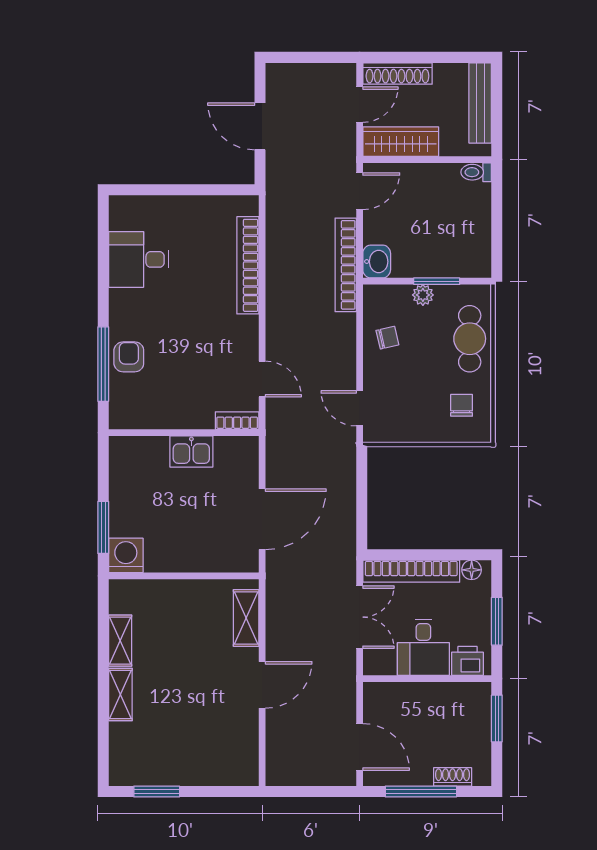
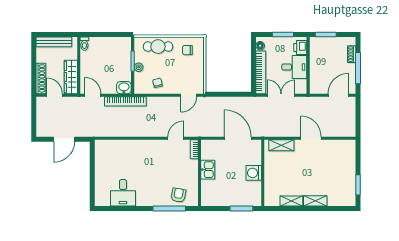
bookcase: (248, 265) -> (126, 145), removed
armchair: (129, 357) -> (178, 195), moved, turned 100
washing machine: (126, 555) -> (254, 173), moved

